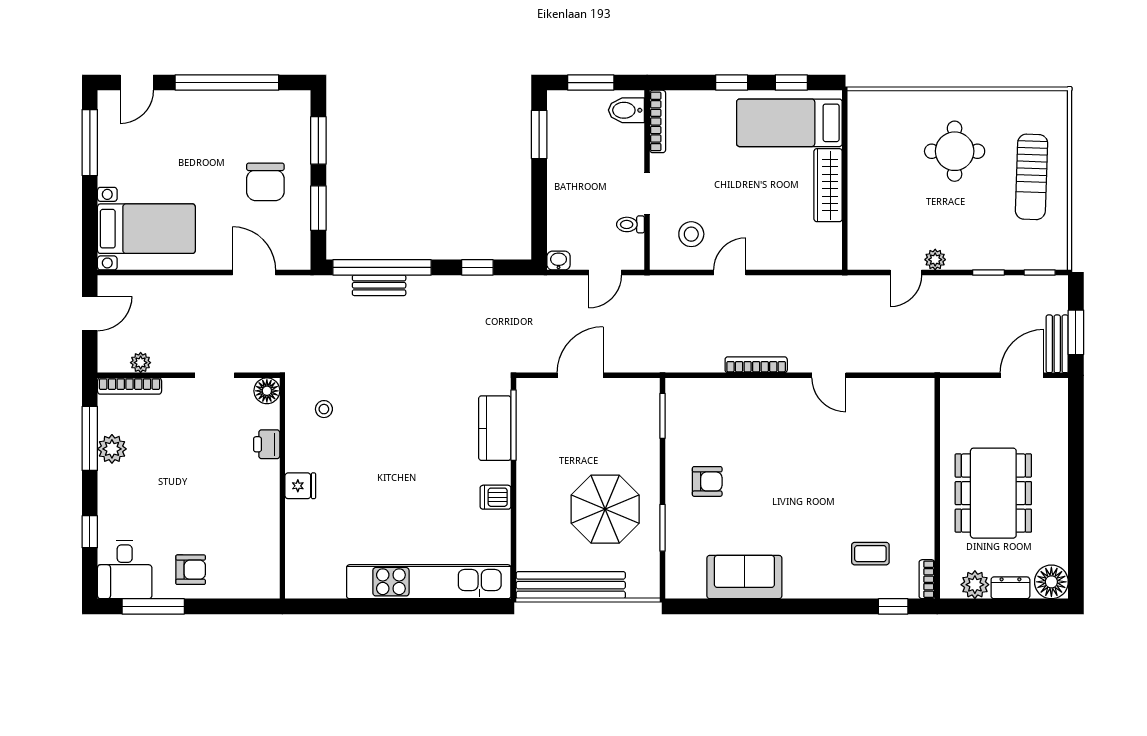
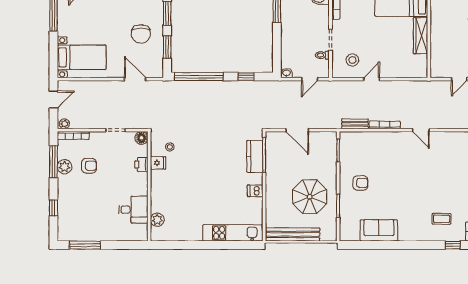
bench: (379, 285) -> (355, 124), moved
plant: (141, 363) -> (64, 124), moved
door: (580, 375) -> (297, 130), swing flipped
fridge: (300, 486) -> (158, 163), moved
plant: (299, 555) -> (157, 220), added
desk: (125, 569) -> (133, 210), moved, turned -90
armchair: (191, 570) -> (89, 166), moved
kitchen unit: (429, 582) -> (233, 233), width x0.73

